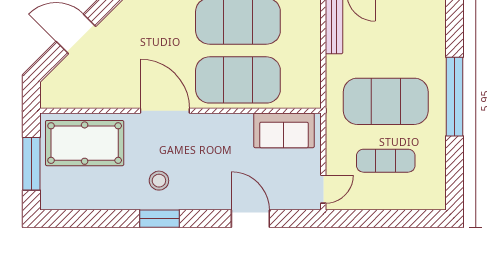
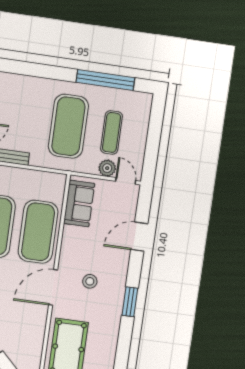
window: (454, 97) -> (105, 80), moved
plant: (337, 162) -> (107, 168), added
stool: (159, 181) -> (90, 281), moved

